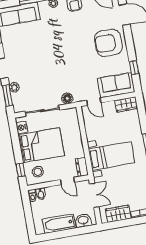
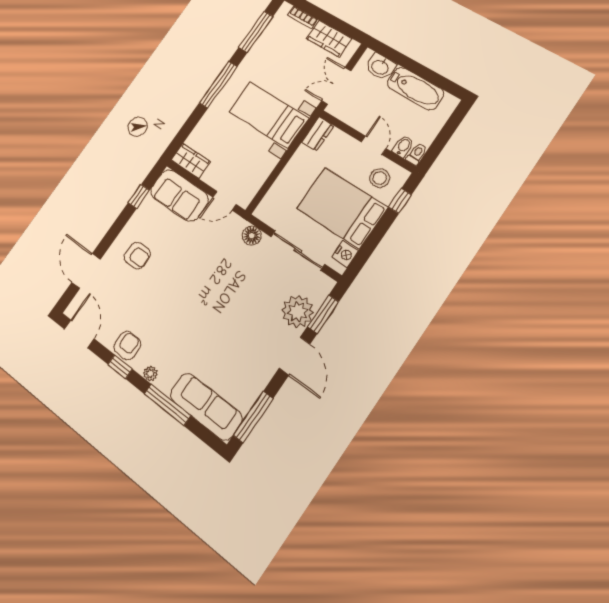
armchair: (108, 43) -> (137, 256), width x0.53, depth x0.53
plant: (14, 87) -> (298, 312), width x1.88, depth x1.88
door: (94, 102) -> (224, 201), swing flipped
door: (68, 181) -> (374, 145), moved

